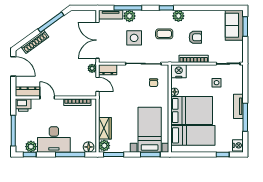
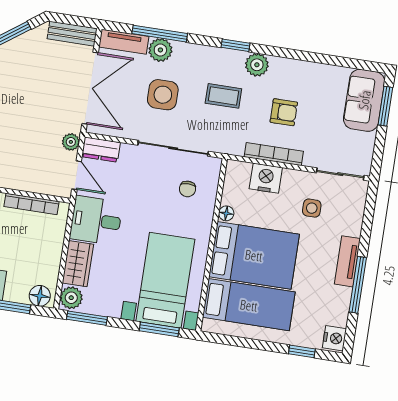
bench: (84, 15) -> (72, 34), added
double door: (98, 40) -> (90, 88), swing flipped
nightstand: (179, 71) -> (266, 178), moved
desk: (111, 105) -> (96, 220), added

